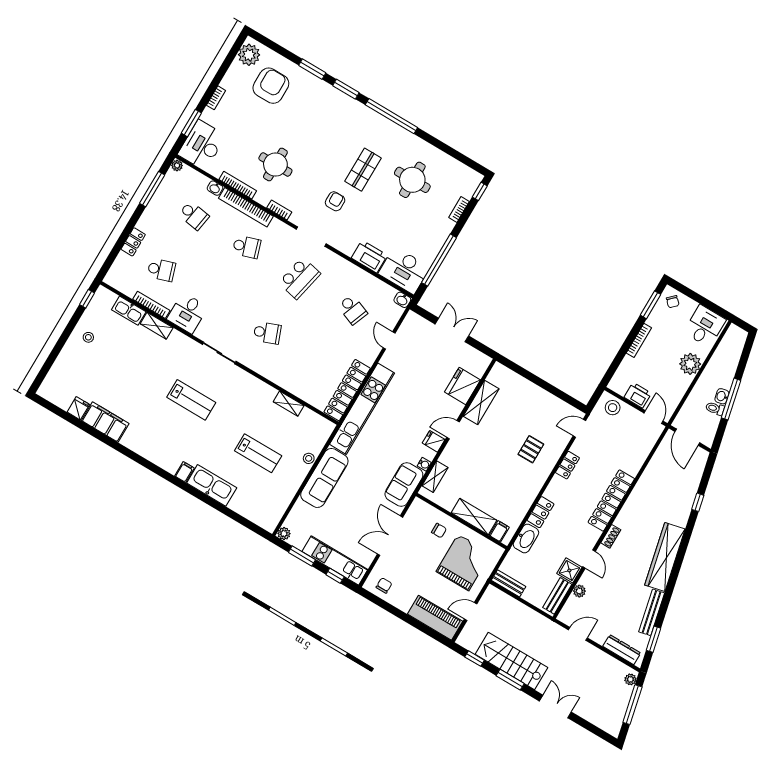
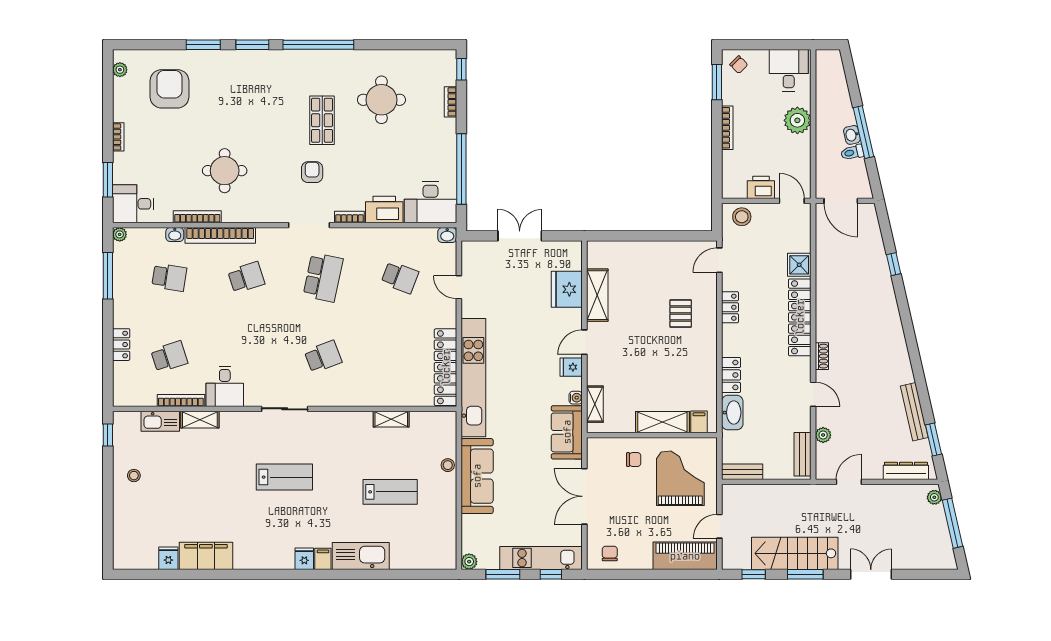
plant: (249, 55) -> (120, 70), width x0.53, depth x0.53
desk: (202, 145) -> (133, 204), width x0.73
bookcase: (279, 210) -> (349, 217), moved
fridge: (172, 464) -> (304, 559), added
wardrobe: (665, 557) -> (893, 344), removed
shower: (569, 570) -> (799, 265), moved

